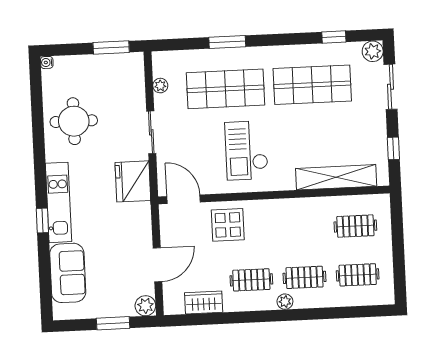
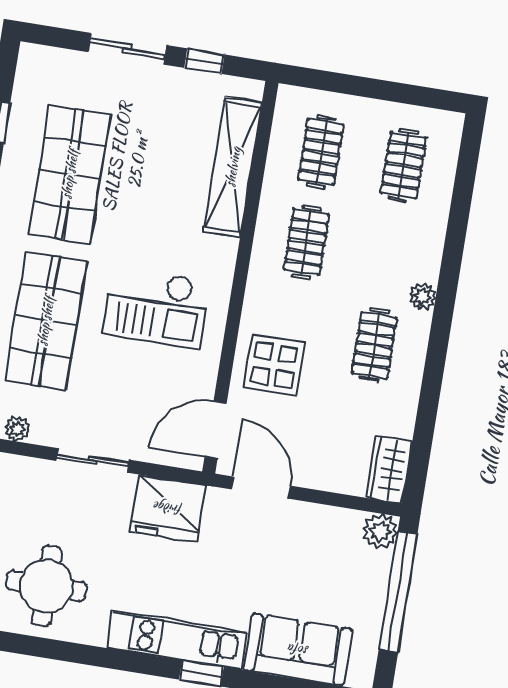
plant: (373, 51) -> (35, 62), removed
sliding door: (390, 87) -> (127, 49), moved
door: (158, 265) -> (261, 488), moved
clothes rail: (305, 277) -> (306, 242), moved
wardrobe: (204, 302) -> (389, 470), moved
window: (113, 323) -> (398, 591), width x2.11

